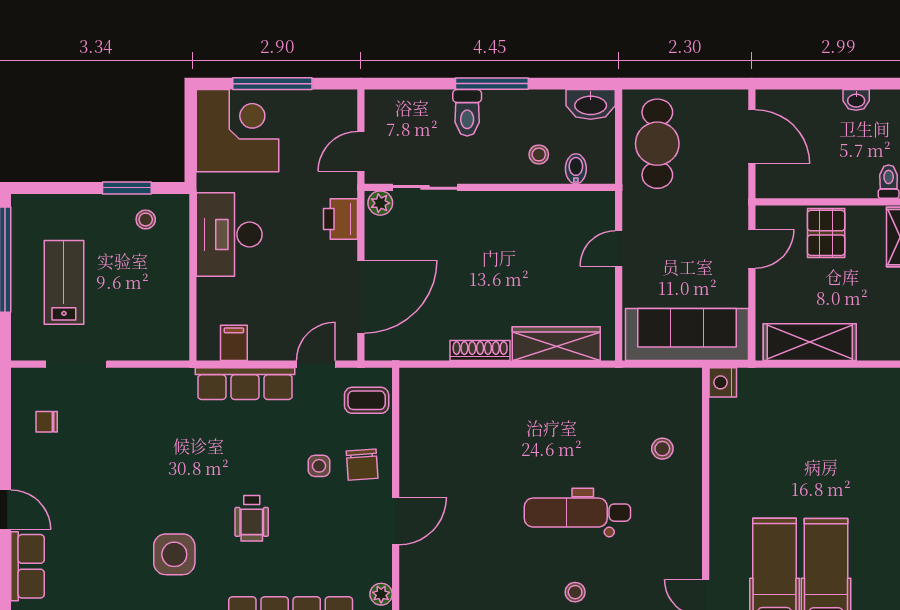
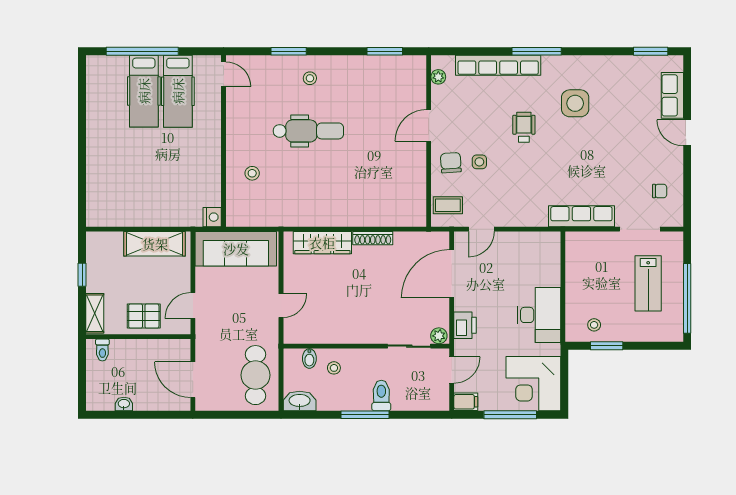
pallet: (826, 233) -> (144, 316), turned 90
filing cabinet: (234, 343) -> (466, 402), moved, turned -90
row of seats: (245, 384) -> (581, 216), moved

